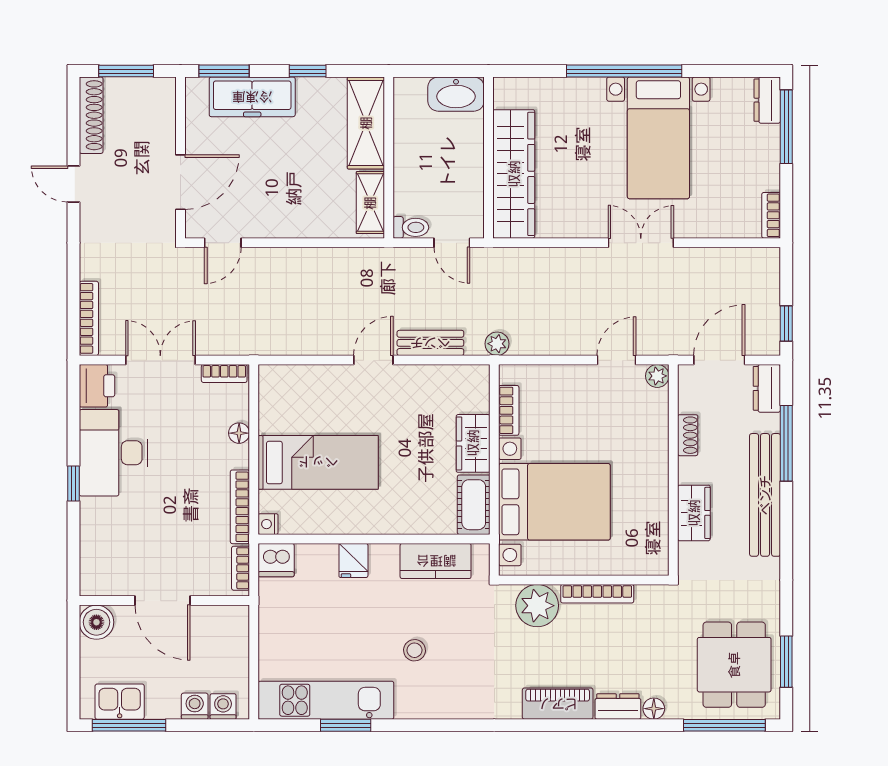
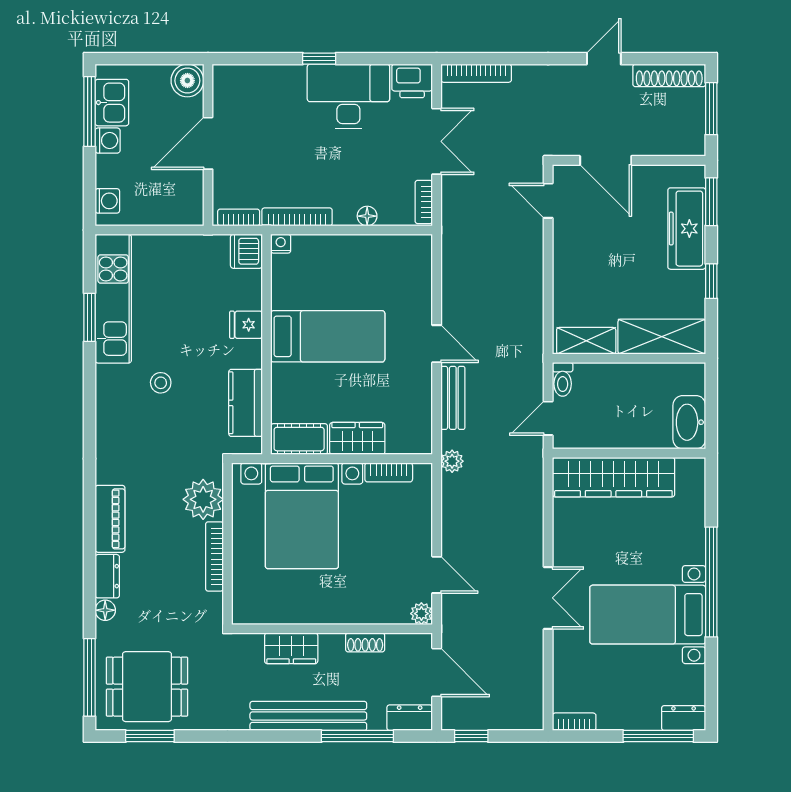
bed: (318, 462) -> (328, 336), moved, turned -90
washing machine: (195, 706) -> (108, 141), moved

